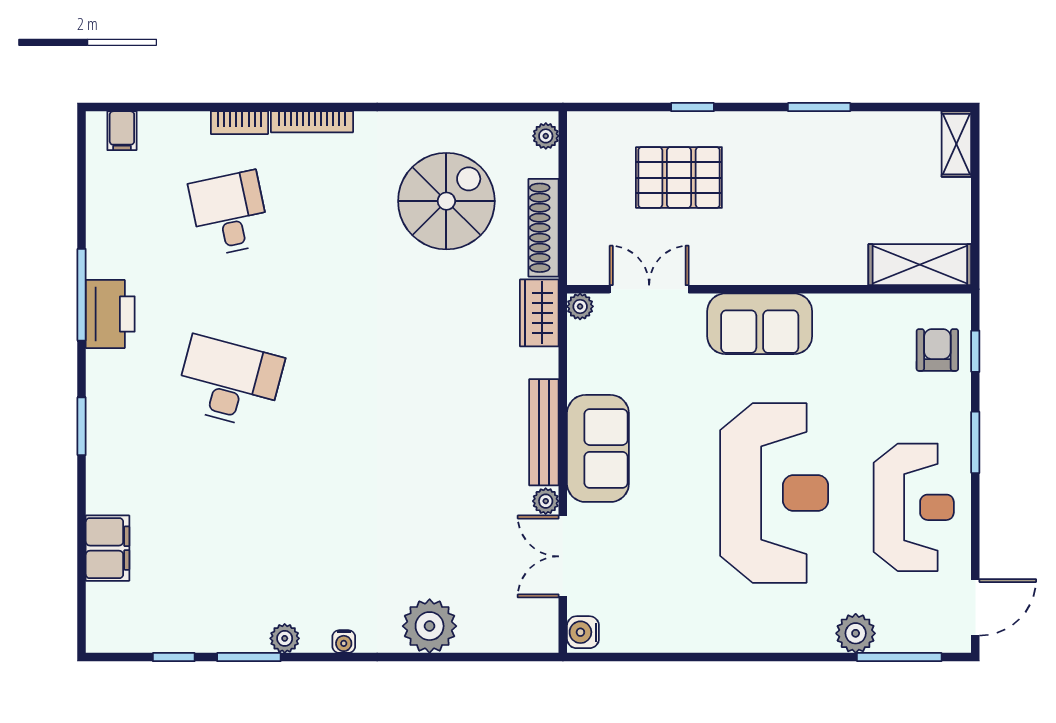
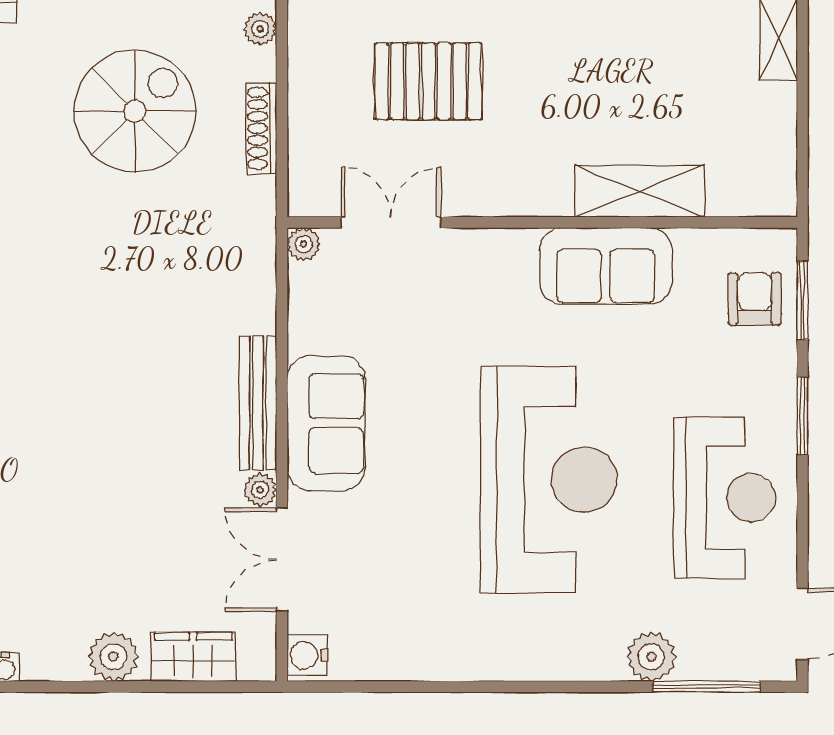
shoe rack: (544, 228) -> (261, 128), width x0.74, depth x0.81
shelving: (920, 265) -> (640, 191), moved
wardrobe: (539, 313) -> (193, 657), moved, turned 90
sofa: (760, 324) -> (606, 266), moved
window: (975, 351) -> (803, 301), width x1.50
plant: (430, 626) -> (113, 657), width x0.73, depth x0.73

